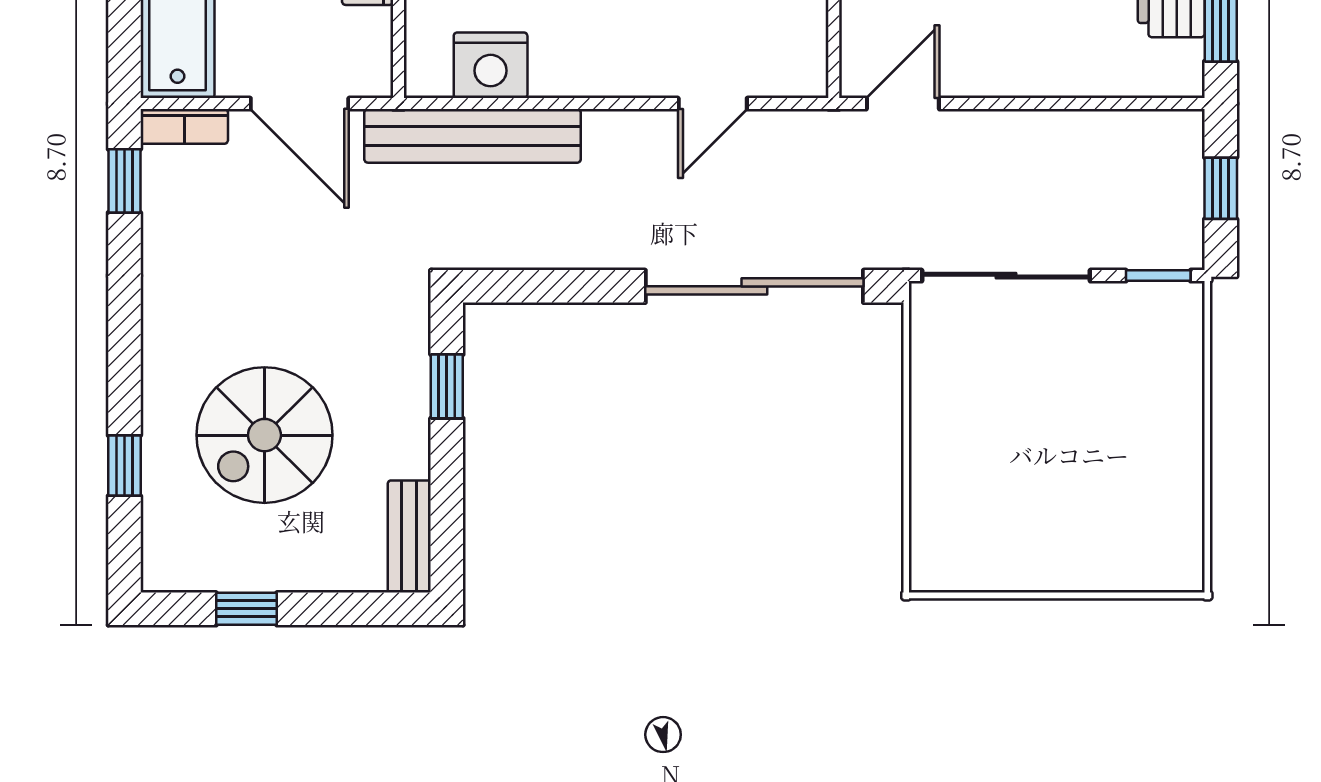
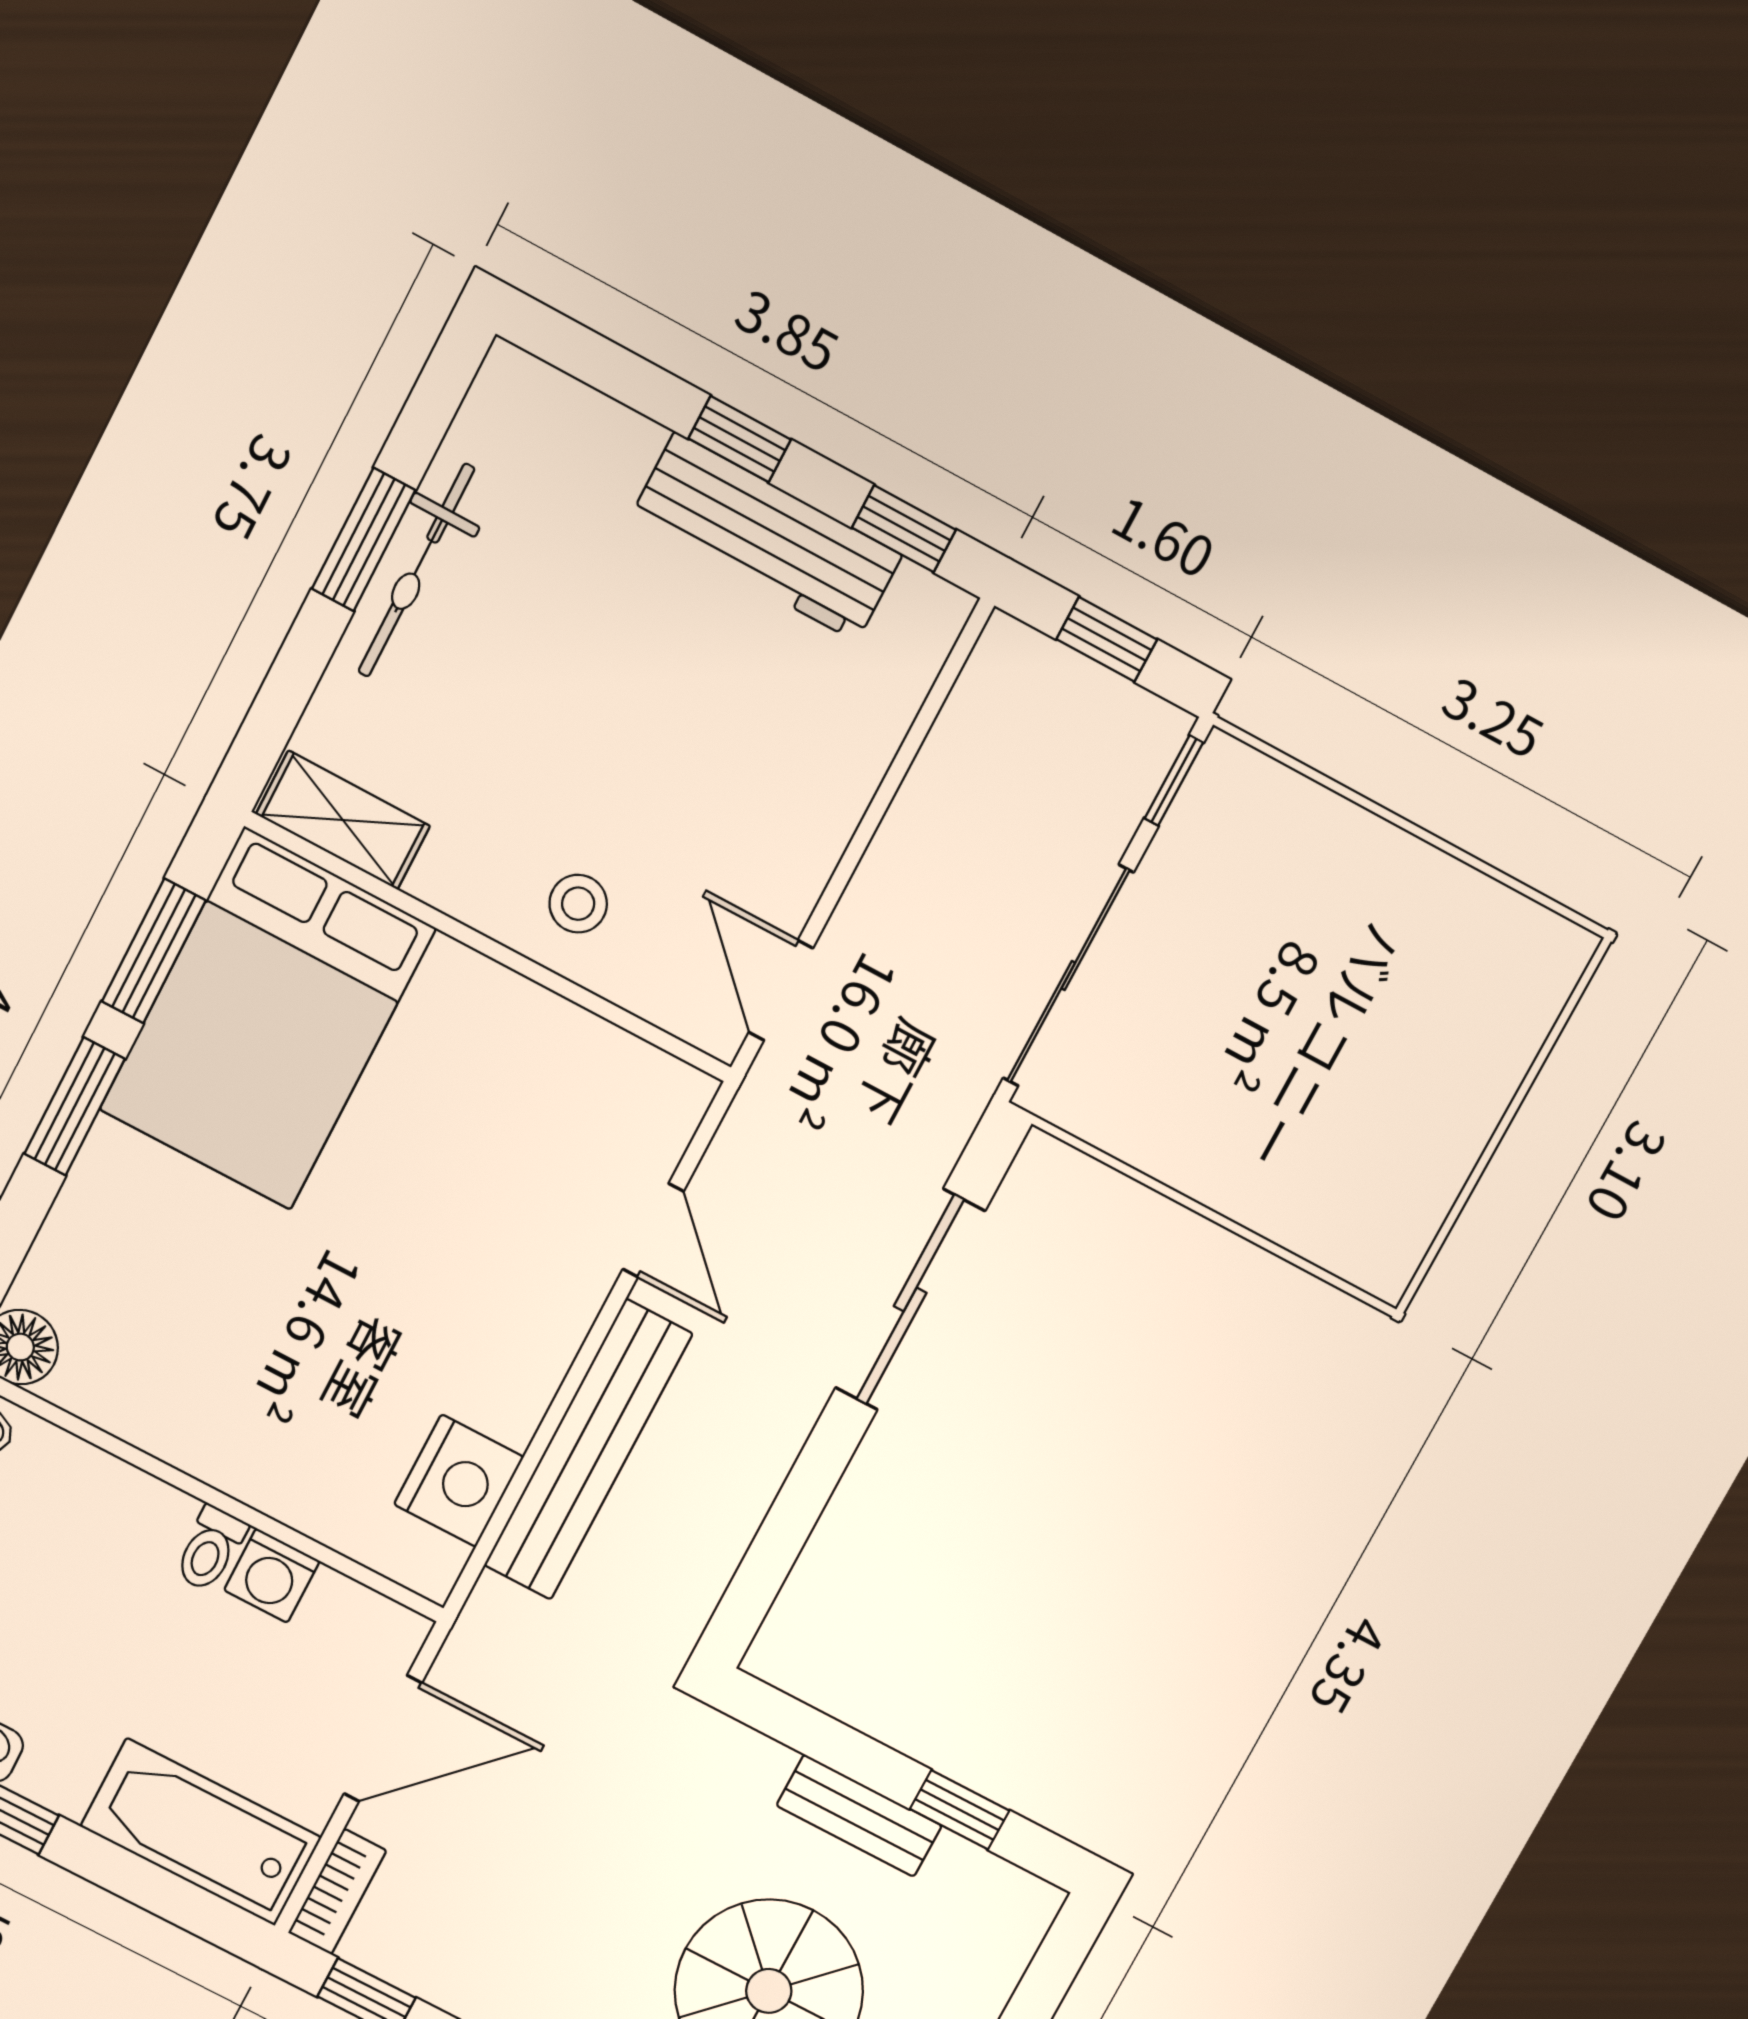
bench: (473, 136) -> (588, 1450), moved
sliding door: (754, 286) -> (910, 1299), width x0.73
window: (447, 386) -> (960, 1810), moved
bench: (409, 536) -> (859, 1816), moved

